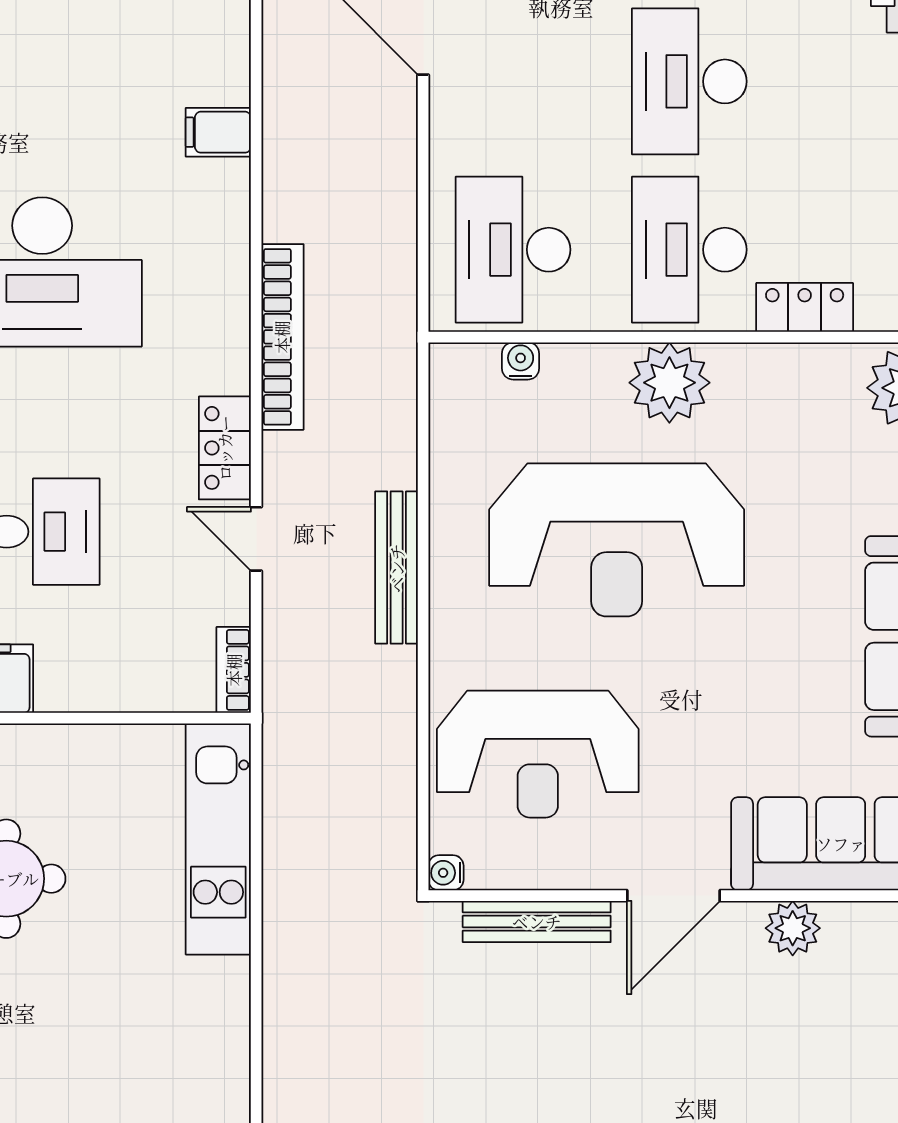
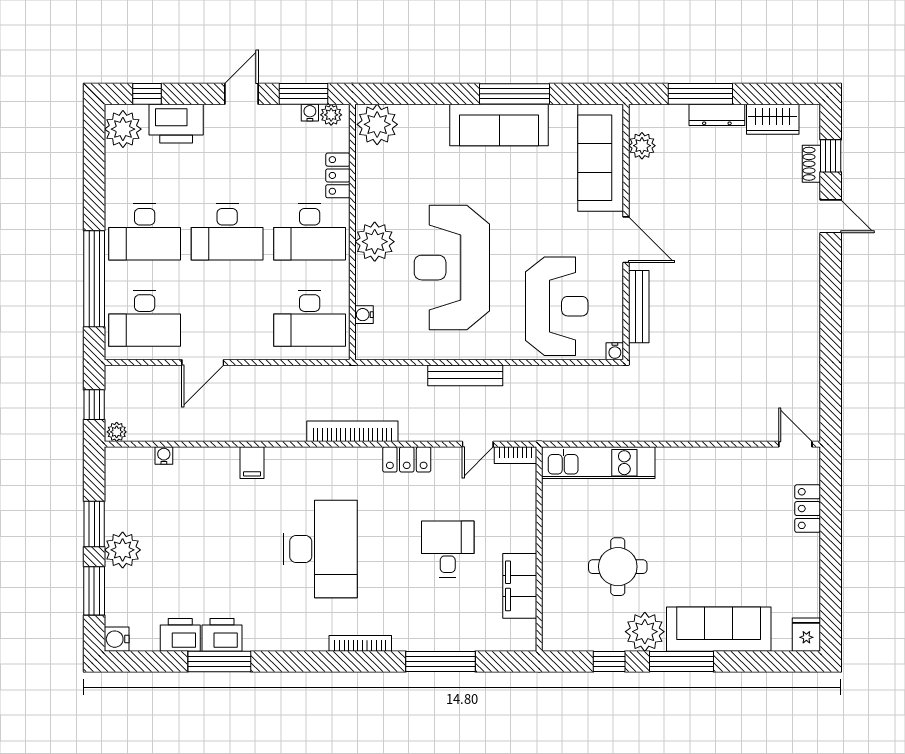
door: (256, 539) -> (478, 444), moved
reception desk: (617, 540) -> (452, 268), turned 180
plant: (793, 928) -> (642, 146), moved

